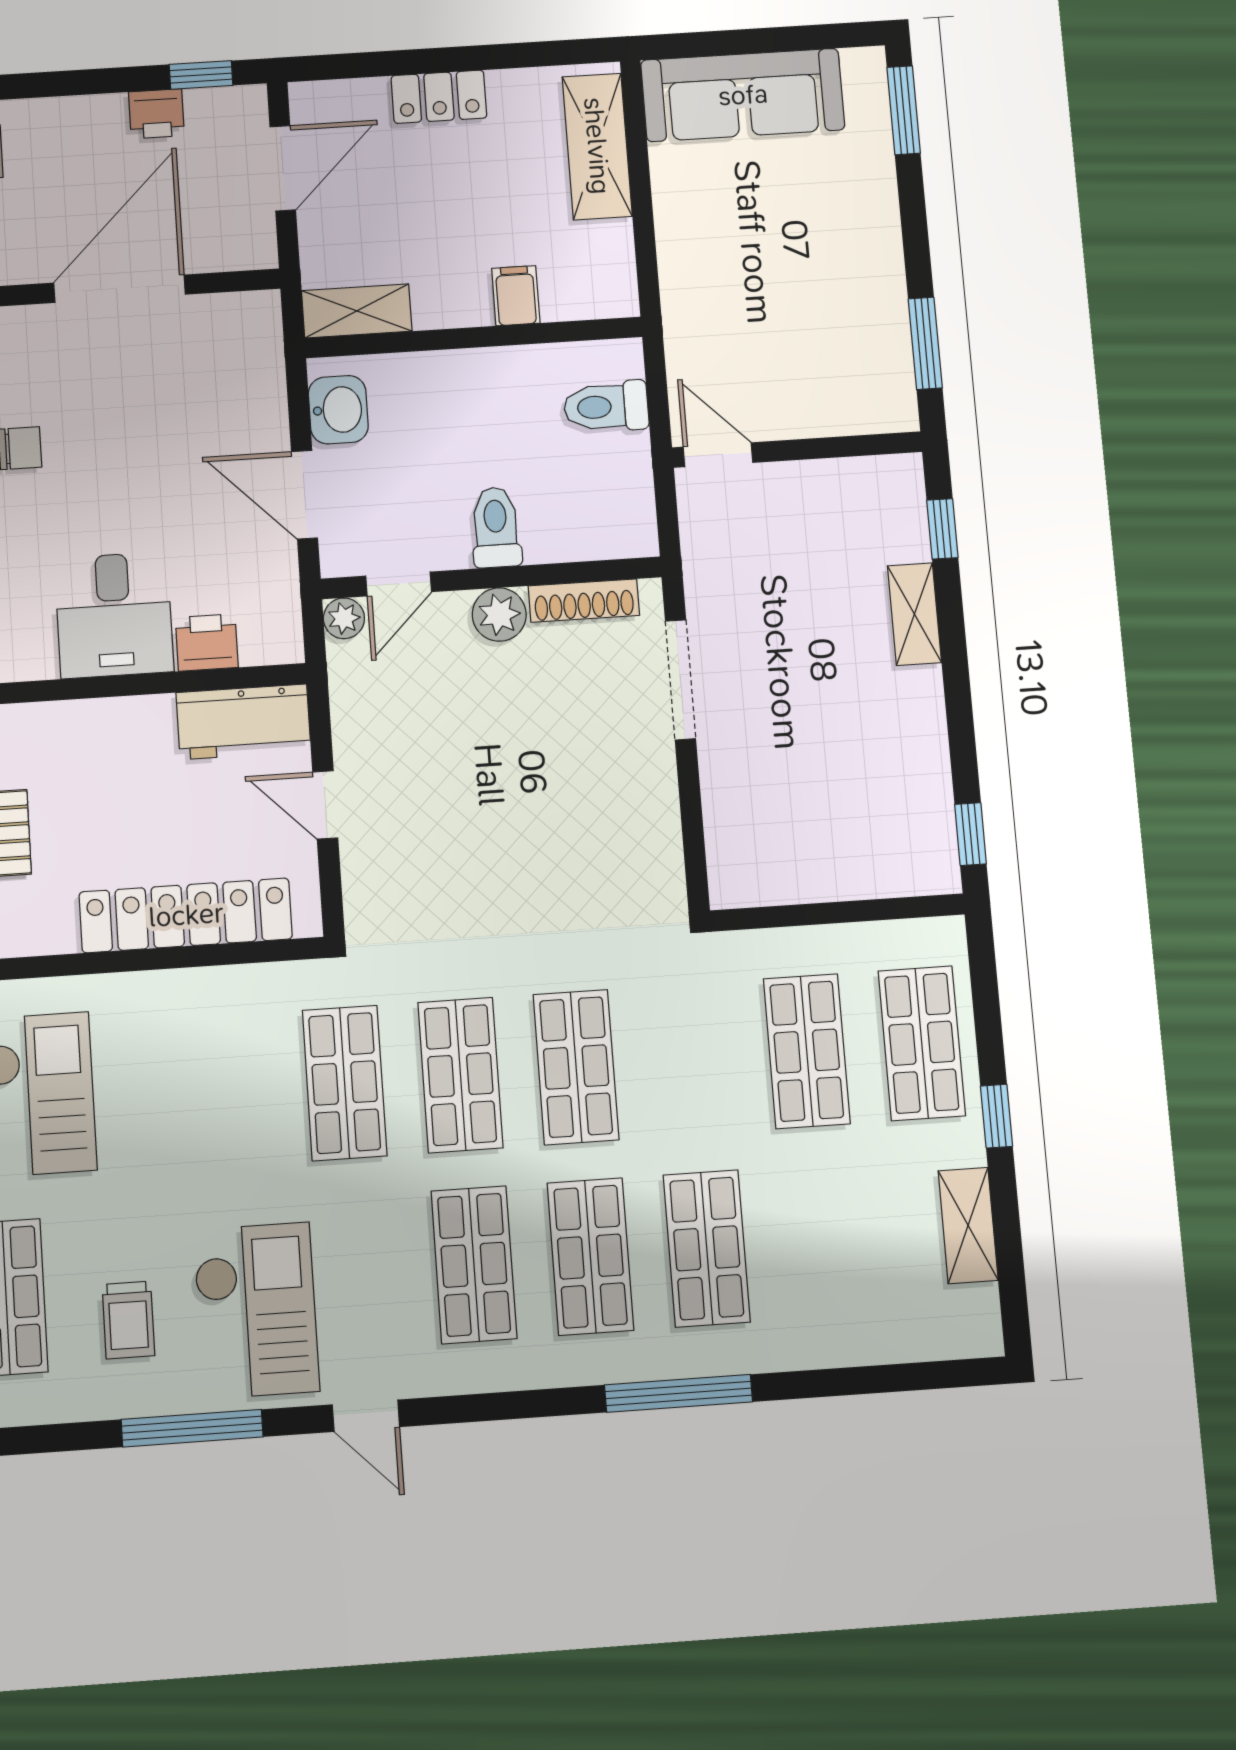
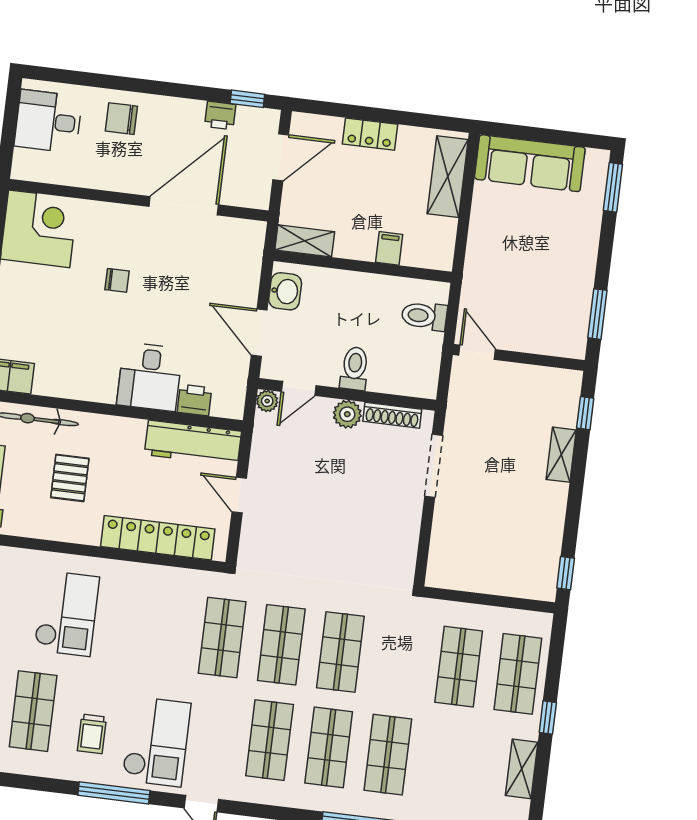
workbench: (243, 722) -> (193, 443), width x1.38

